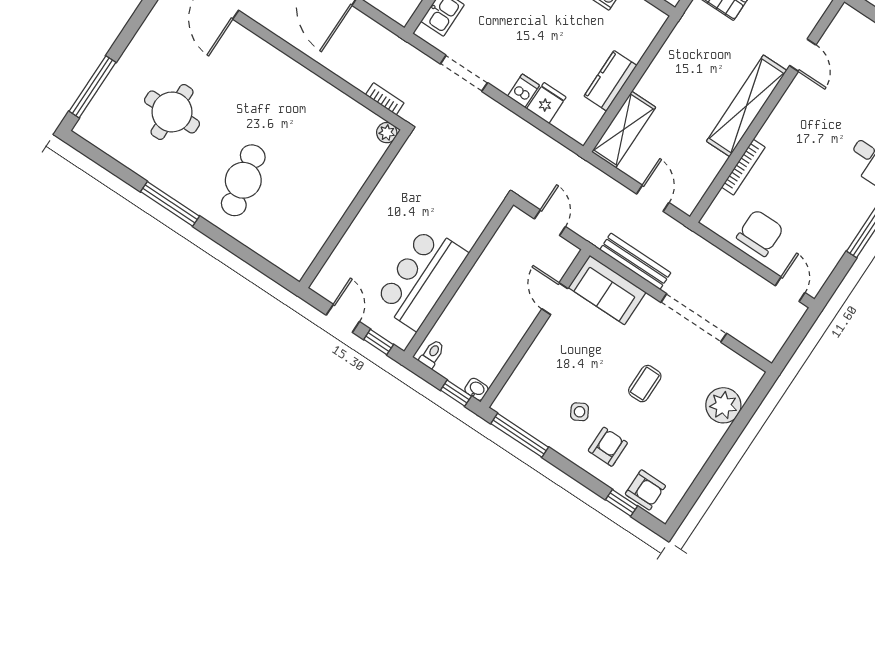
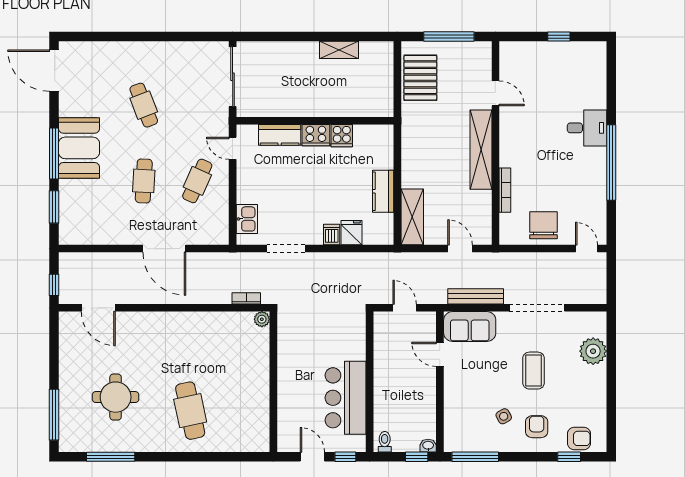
window: (170, 204) -> (111, 457), moved
coffee table: (645, 384) -> (534, 371), width x1.36, depth x1.30

